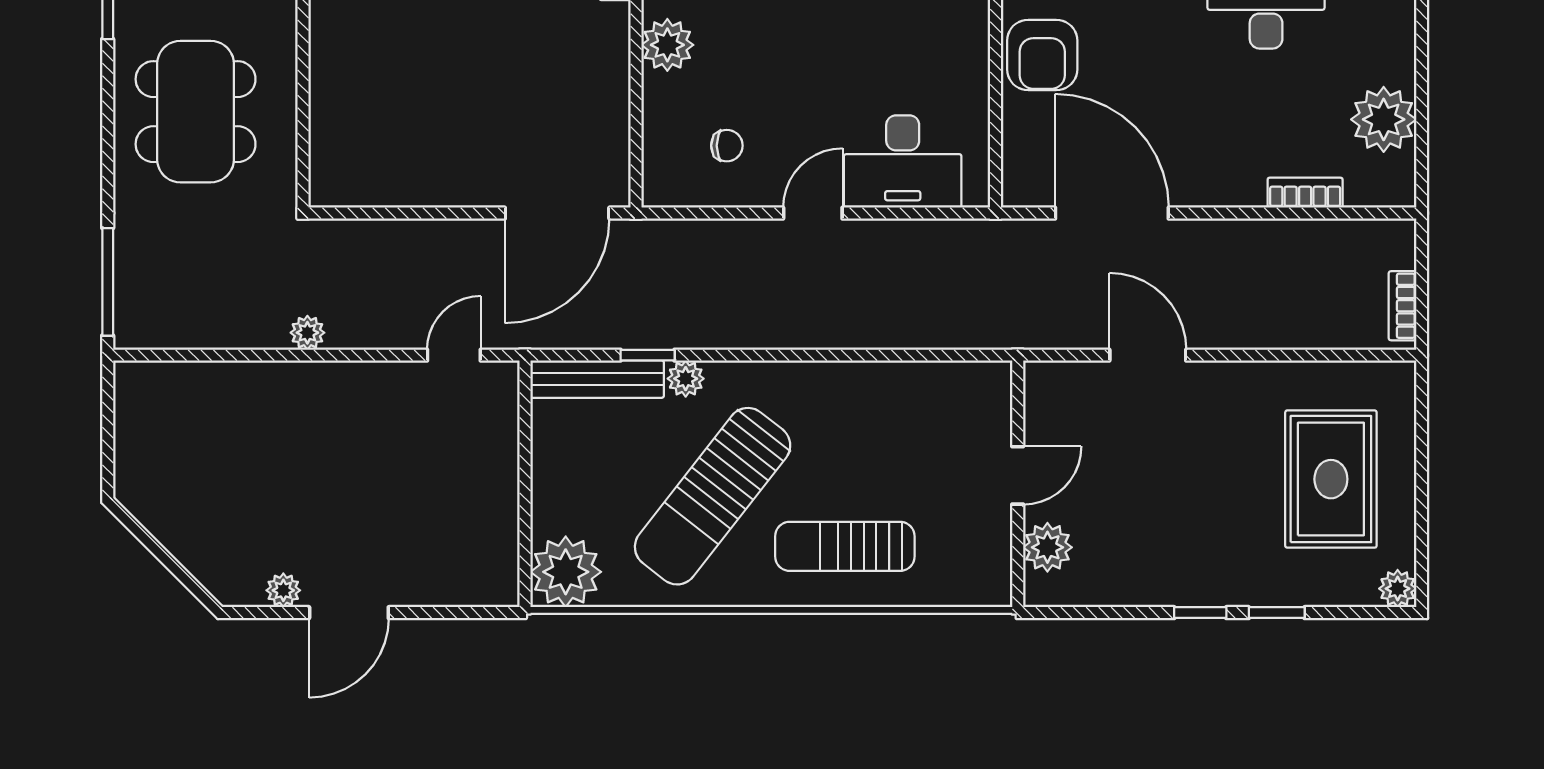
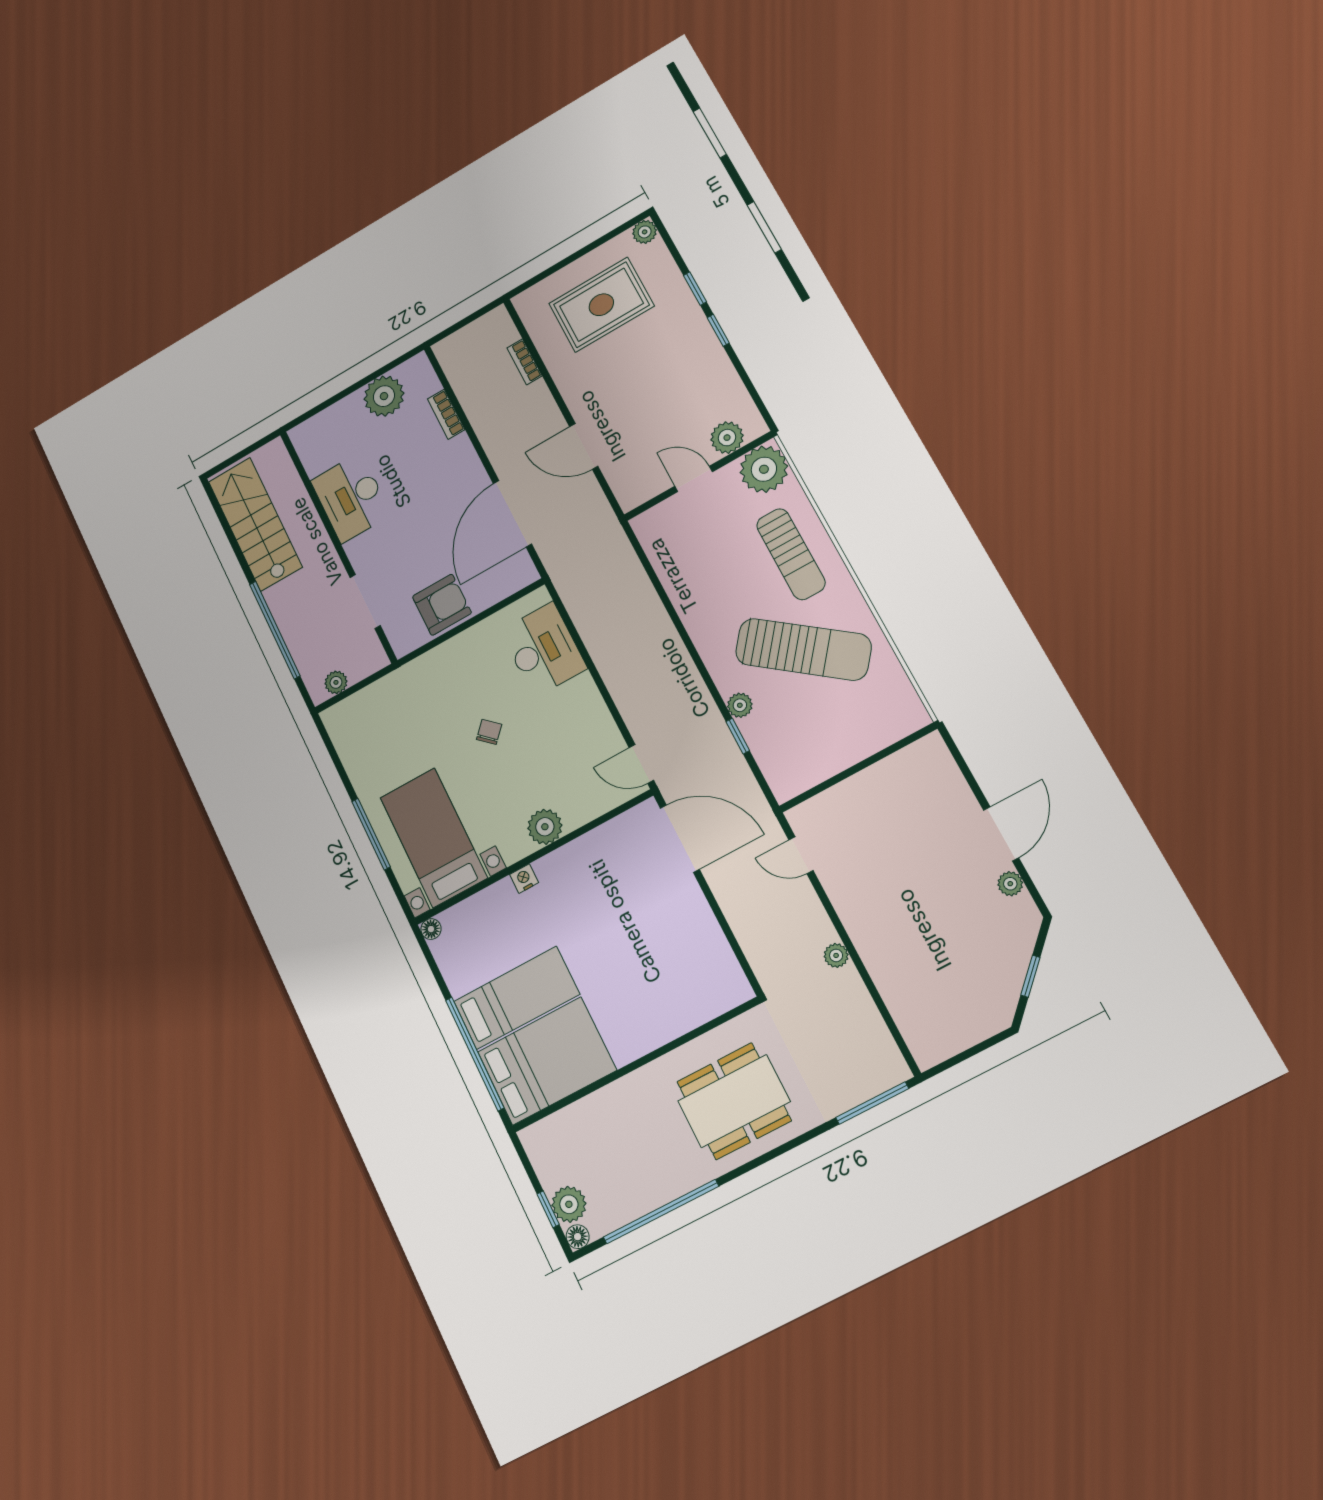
chair: (727, 146) -> (489, 732), moved, turned 43
door: (813, 213) -> (641, 764), moved
bookcase: (1402, 306) -> (525, 362), moved, turned 90
door: (1148, 355) -> (584, 446), hinge flipped
bench: (597, 379) -> (769, 759), removed
window: (161, 553) -> (1030, 976), added
plant: (566, 572) -> (764, 469), moved
door: (349, 613) -> (1001, 834), hinge flipped

